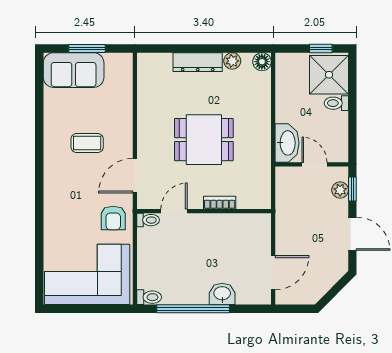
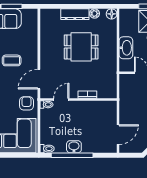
dining table: (204, 140) -> (81, 47), moved
washbasin: (287, 143) -> (126, 48), moved
armchair: (113, 218) -> (26, 103), turned 180
washbasin: (222, 294) -> (74, 147), moved

